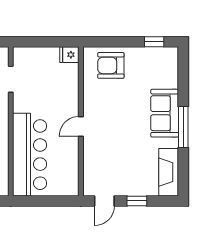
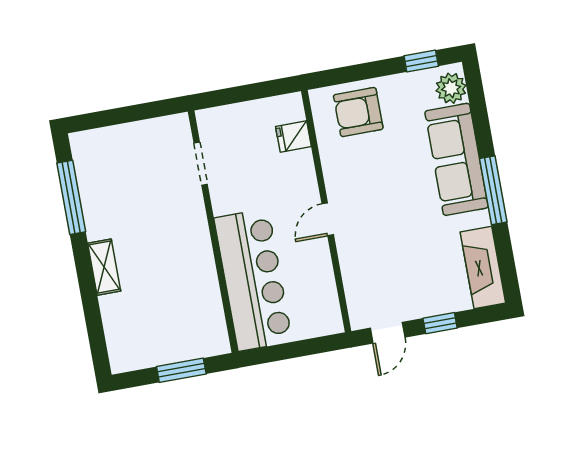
fridge: (69, 55) -> (293, 137), moved
plant: (169, 61) -> (451, 88), added
sofa: (165, 113) -> (456, 159), width x1.36

